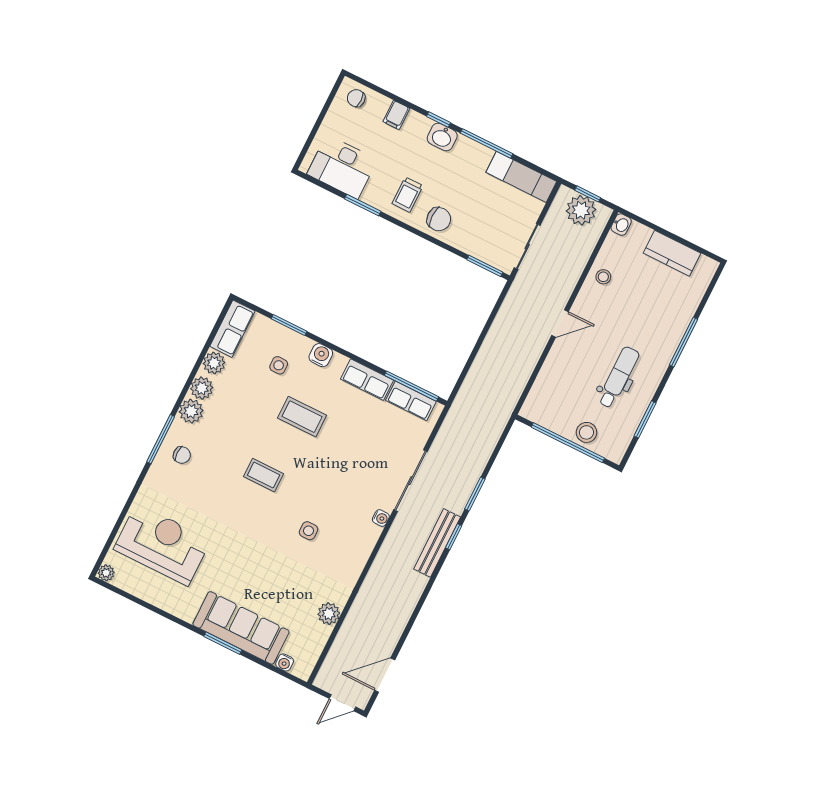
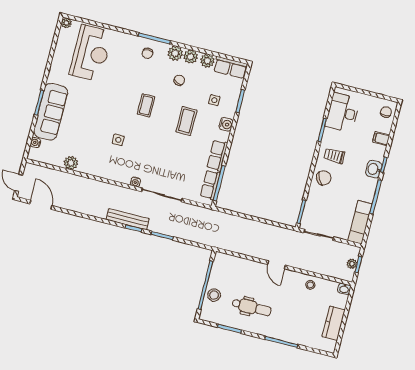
plant: (581, 210) -> (352, 264), width x0.53, depth x0.53
chair: (439, 219) -> (324, 178), turned -119
chair: (235, 414) -> (179, 80), added

